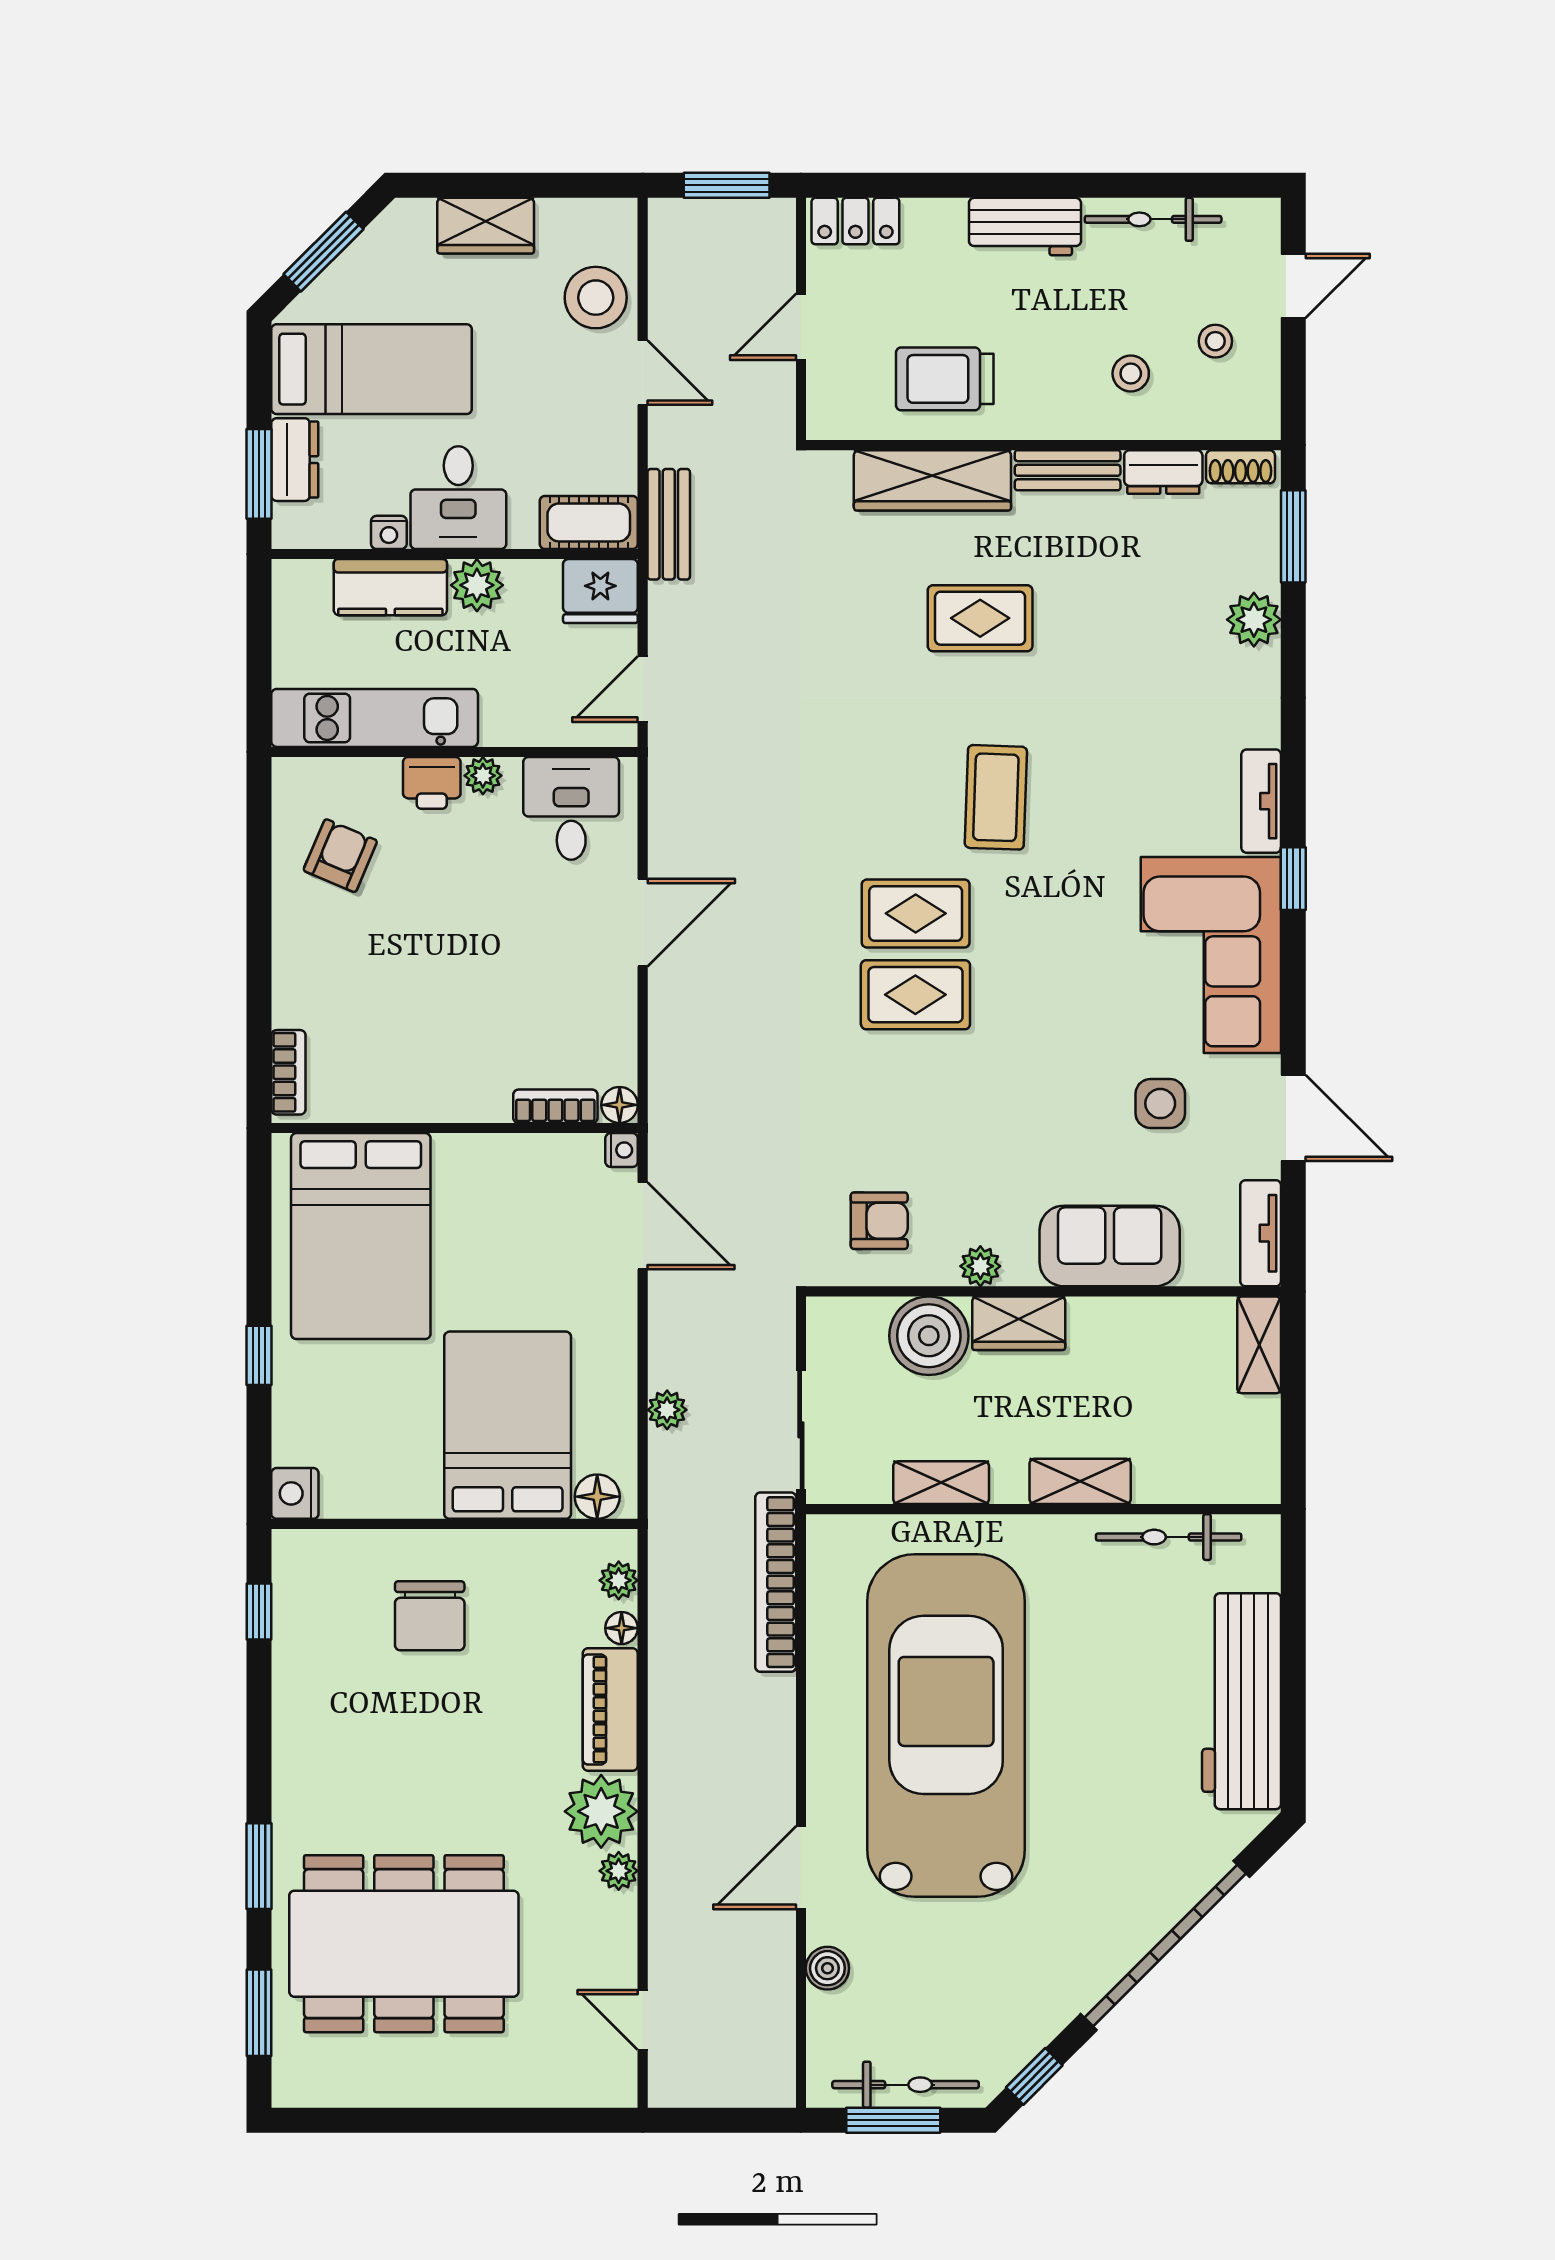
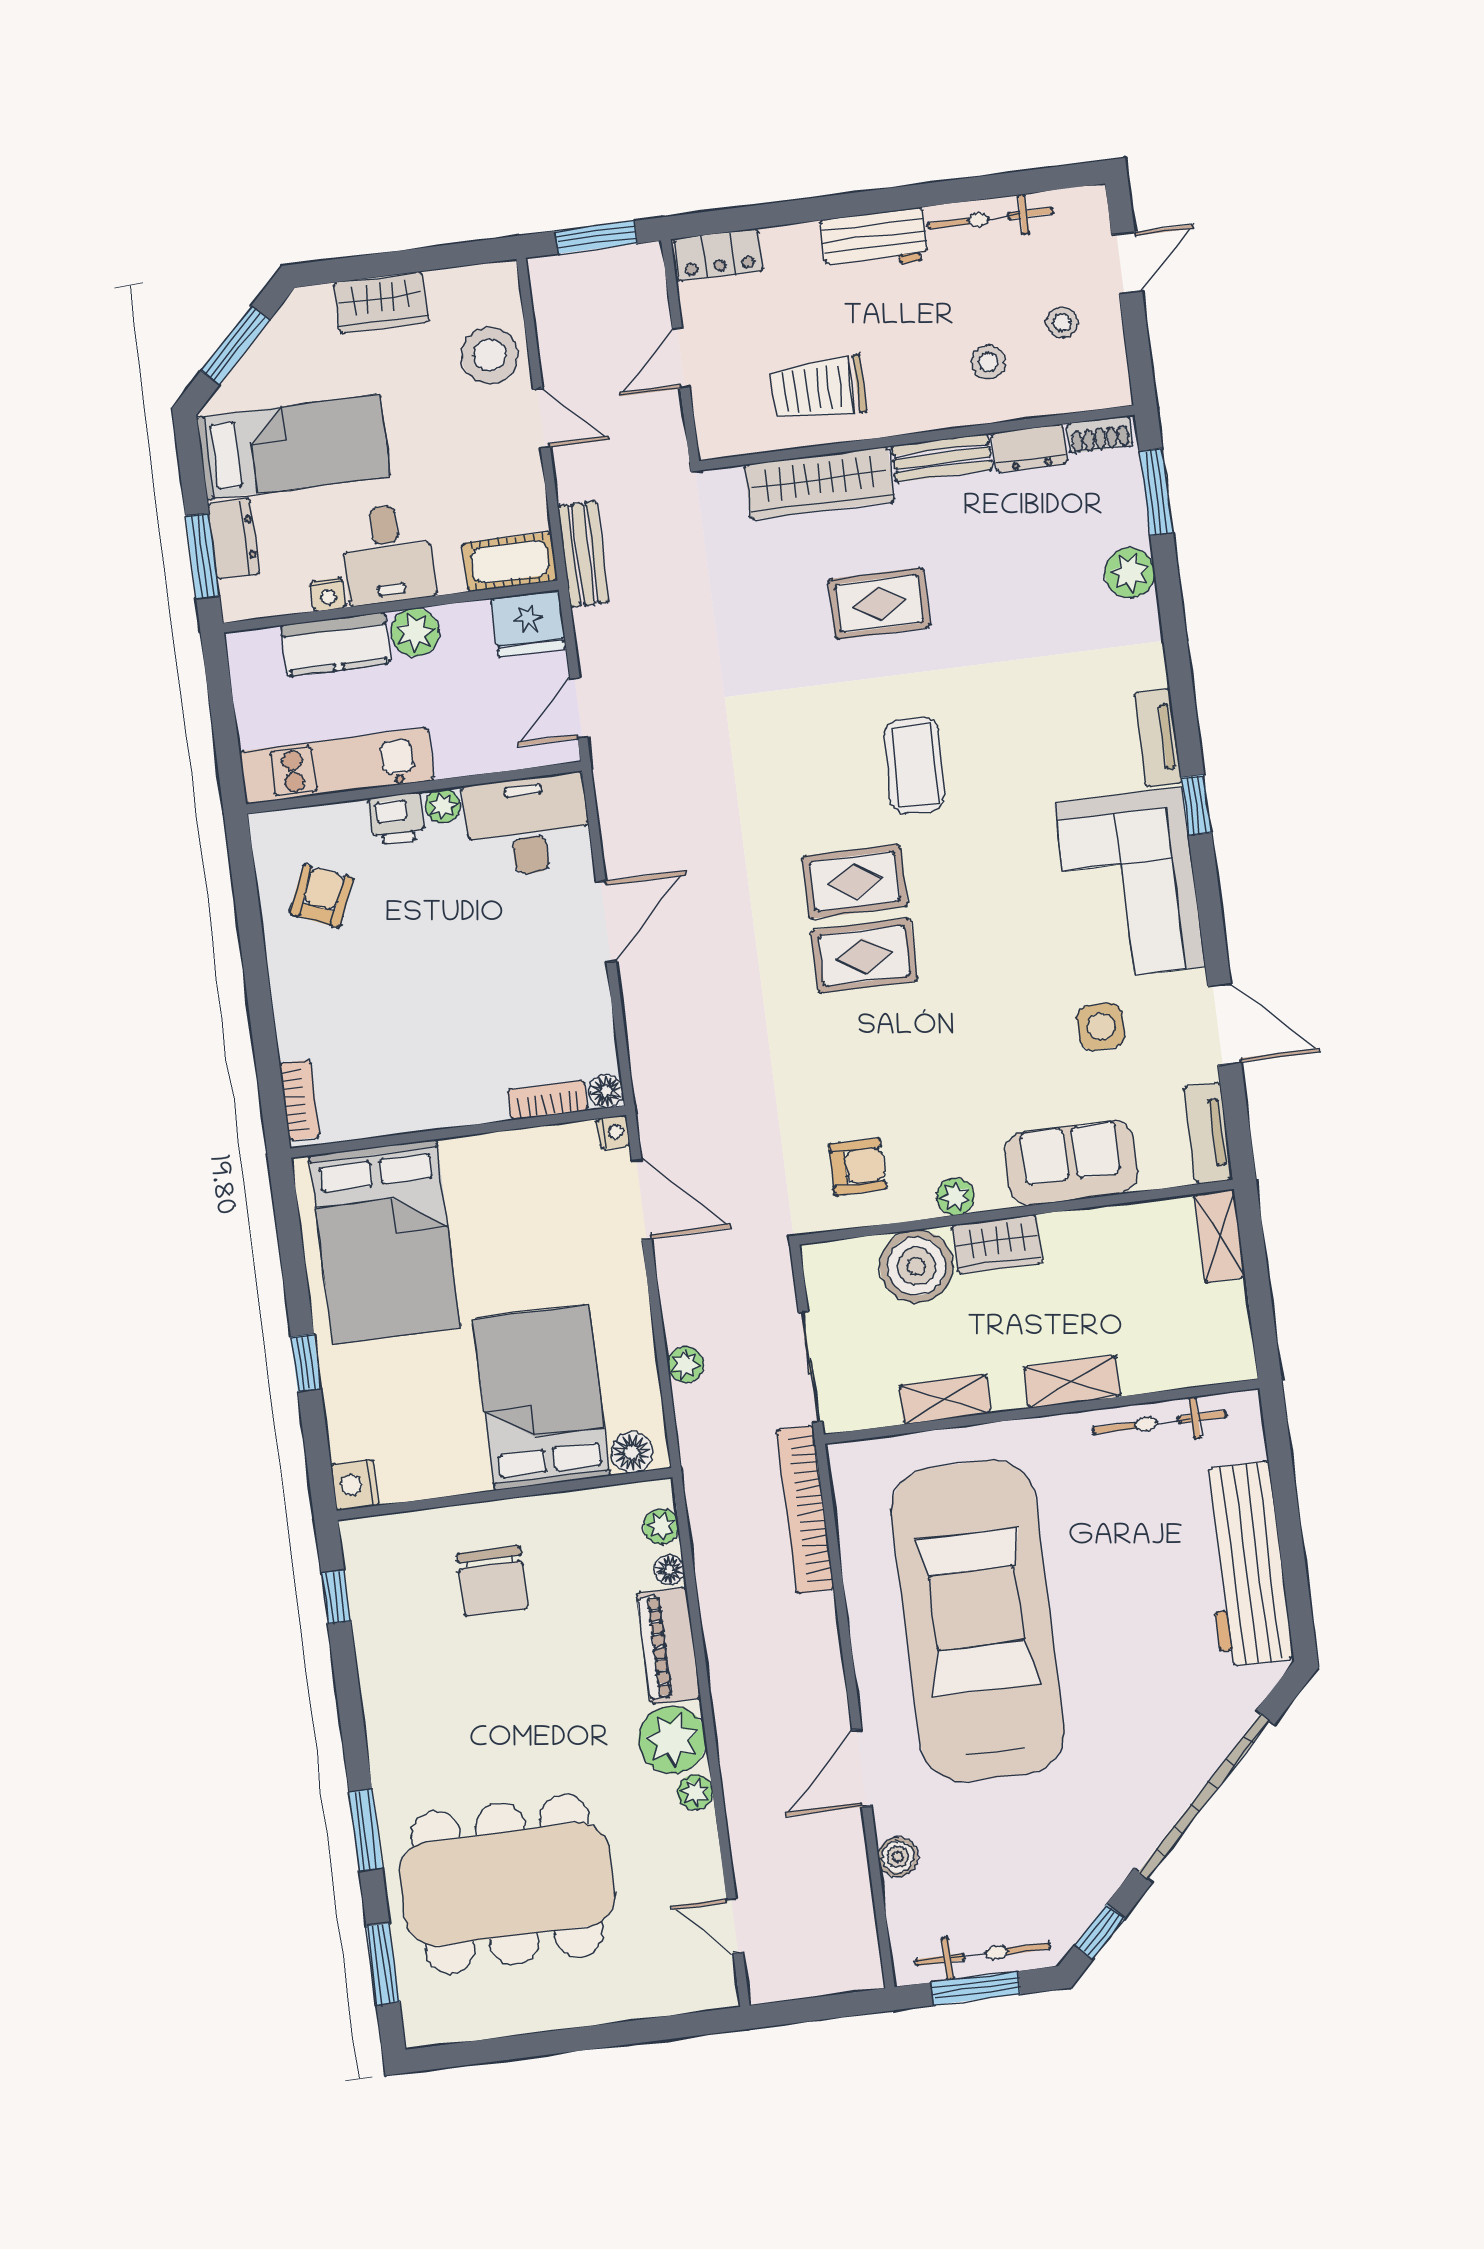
desk: (571, 808) -> (527, 826), width x1.37

